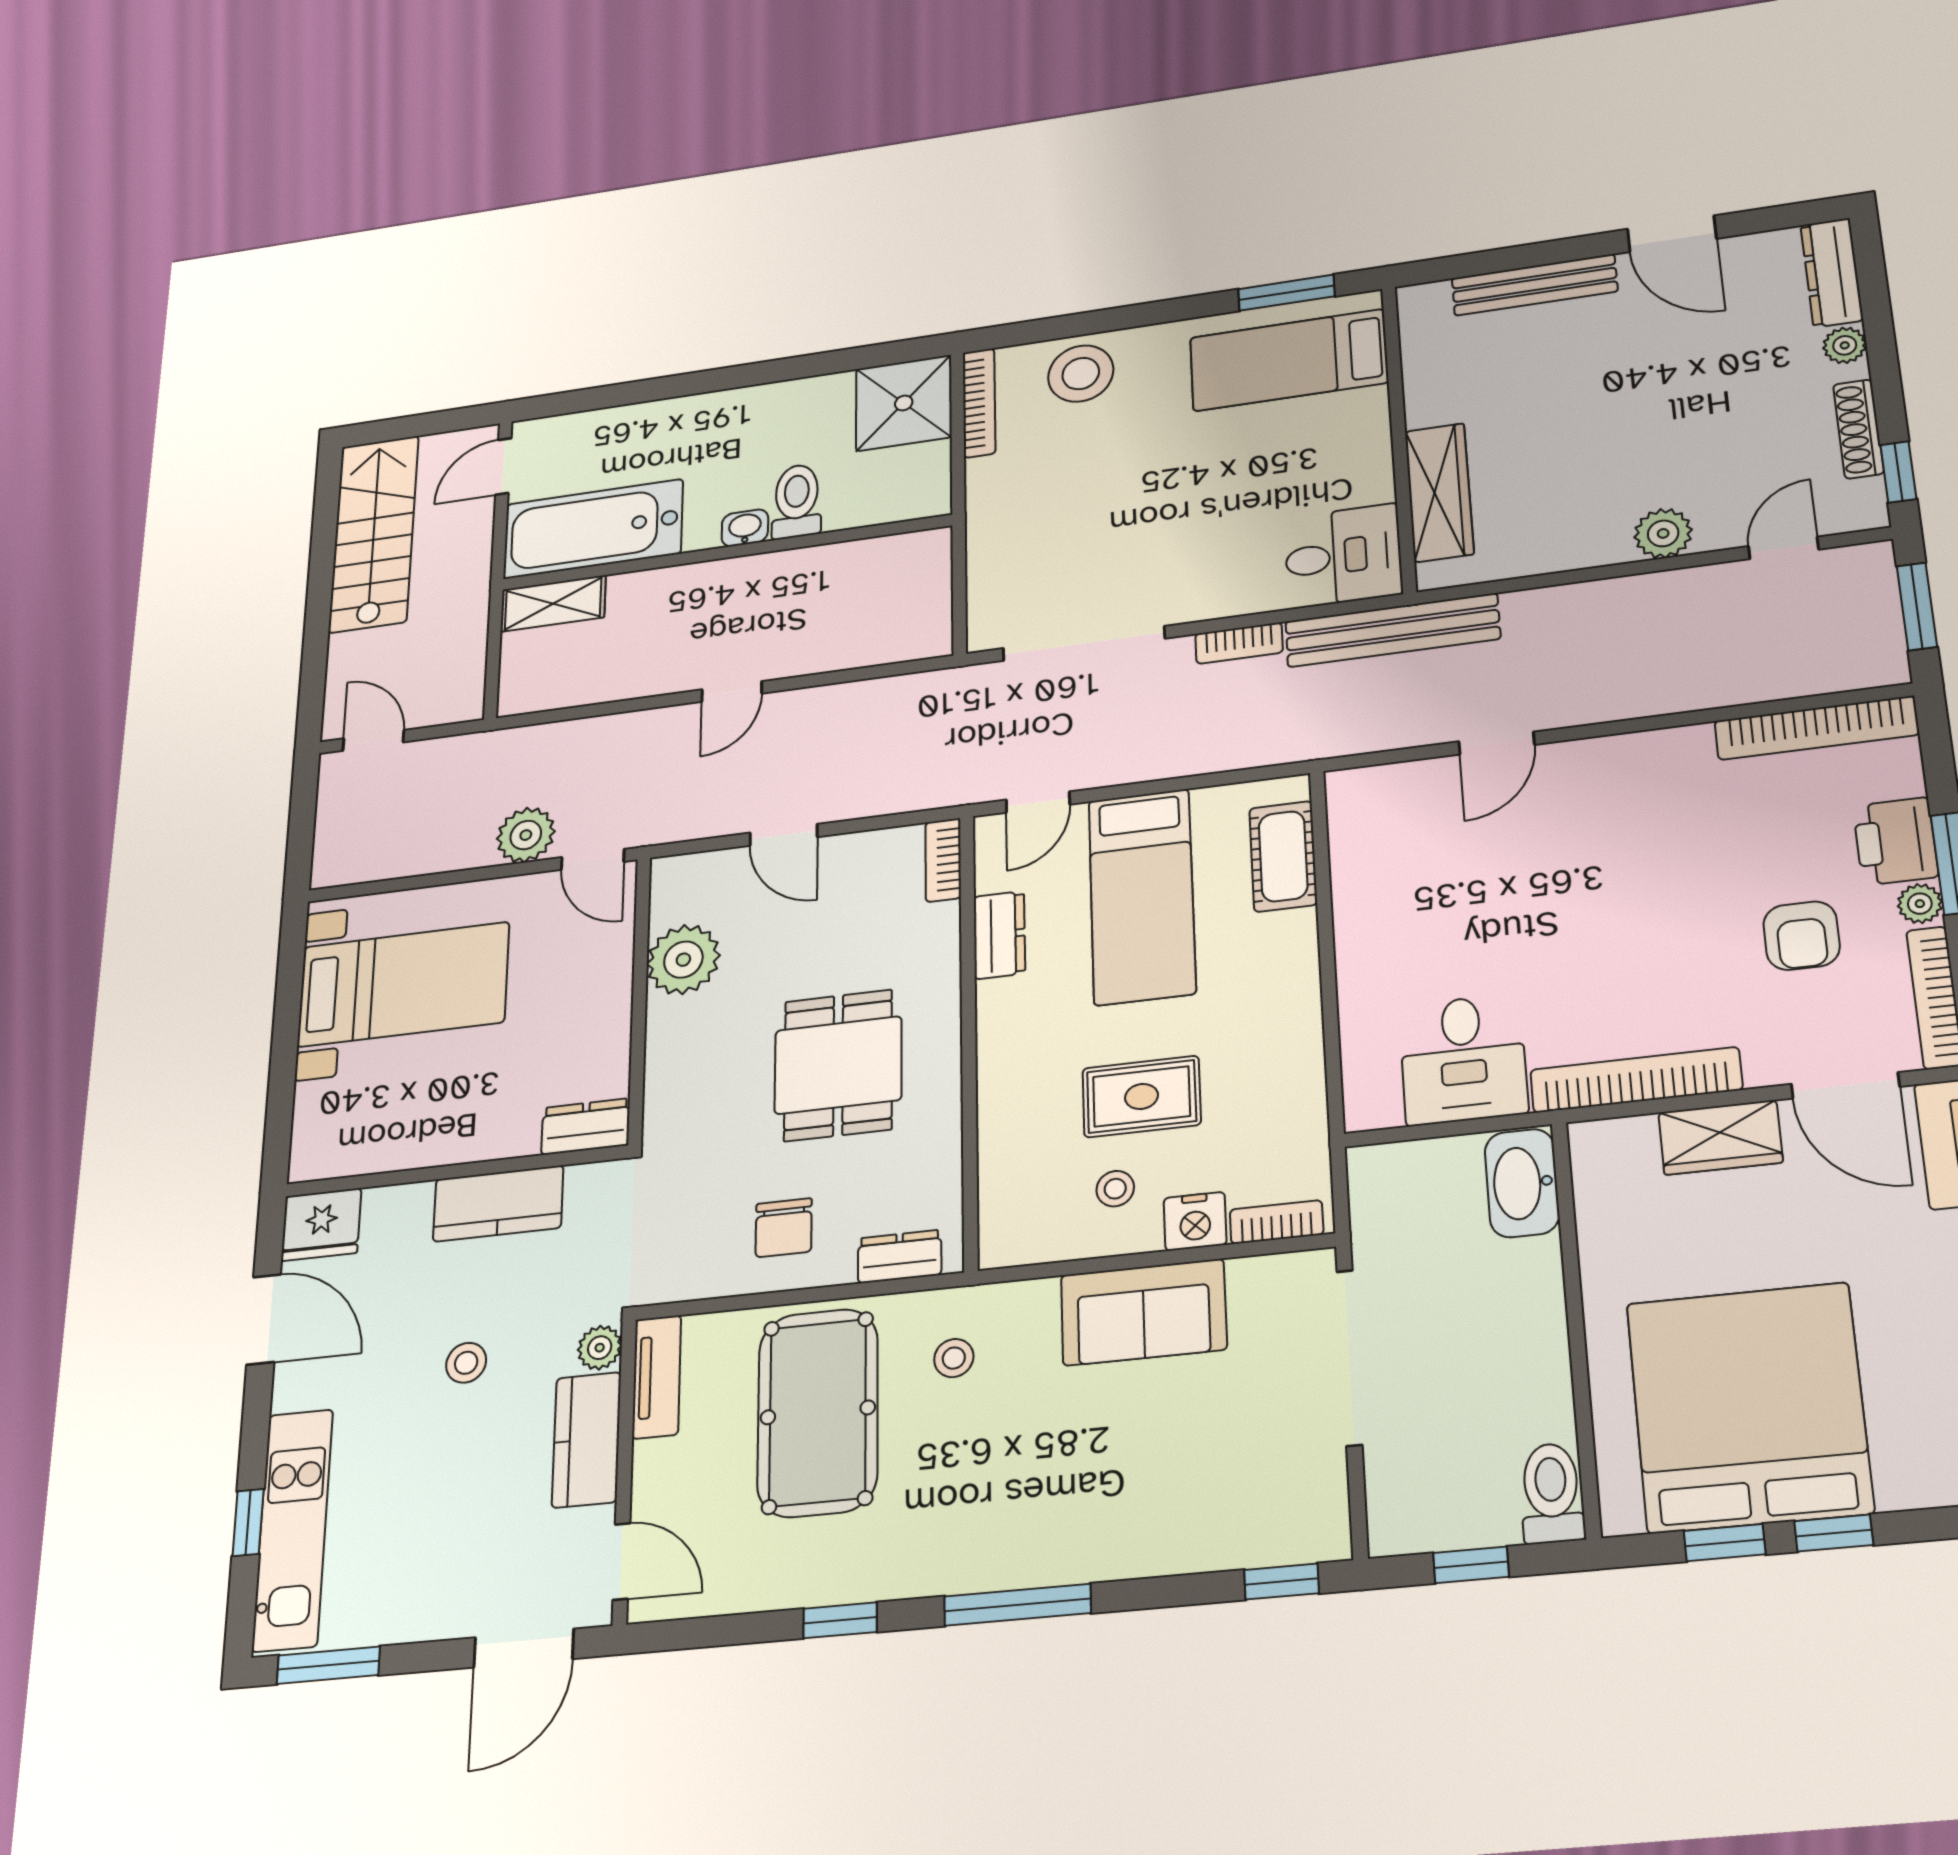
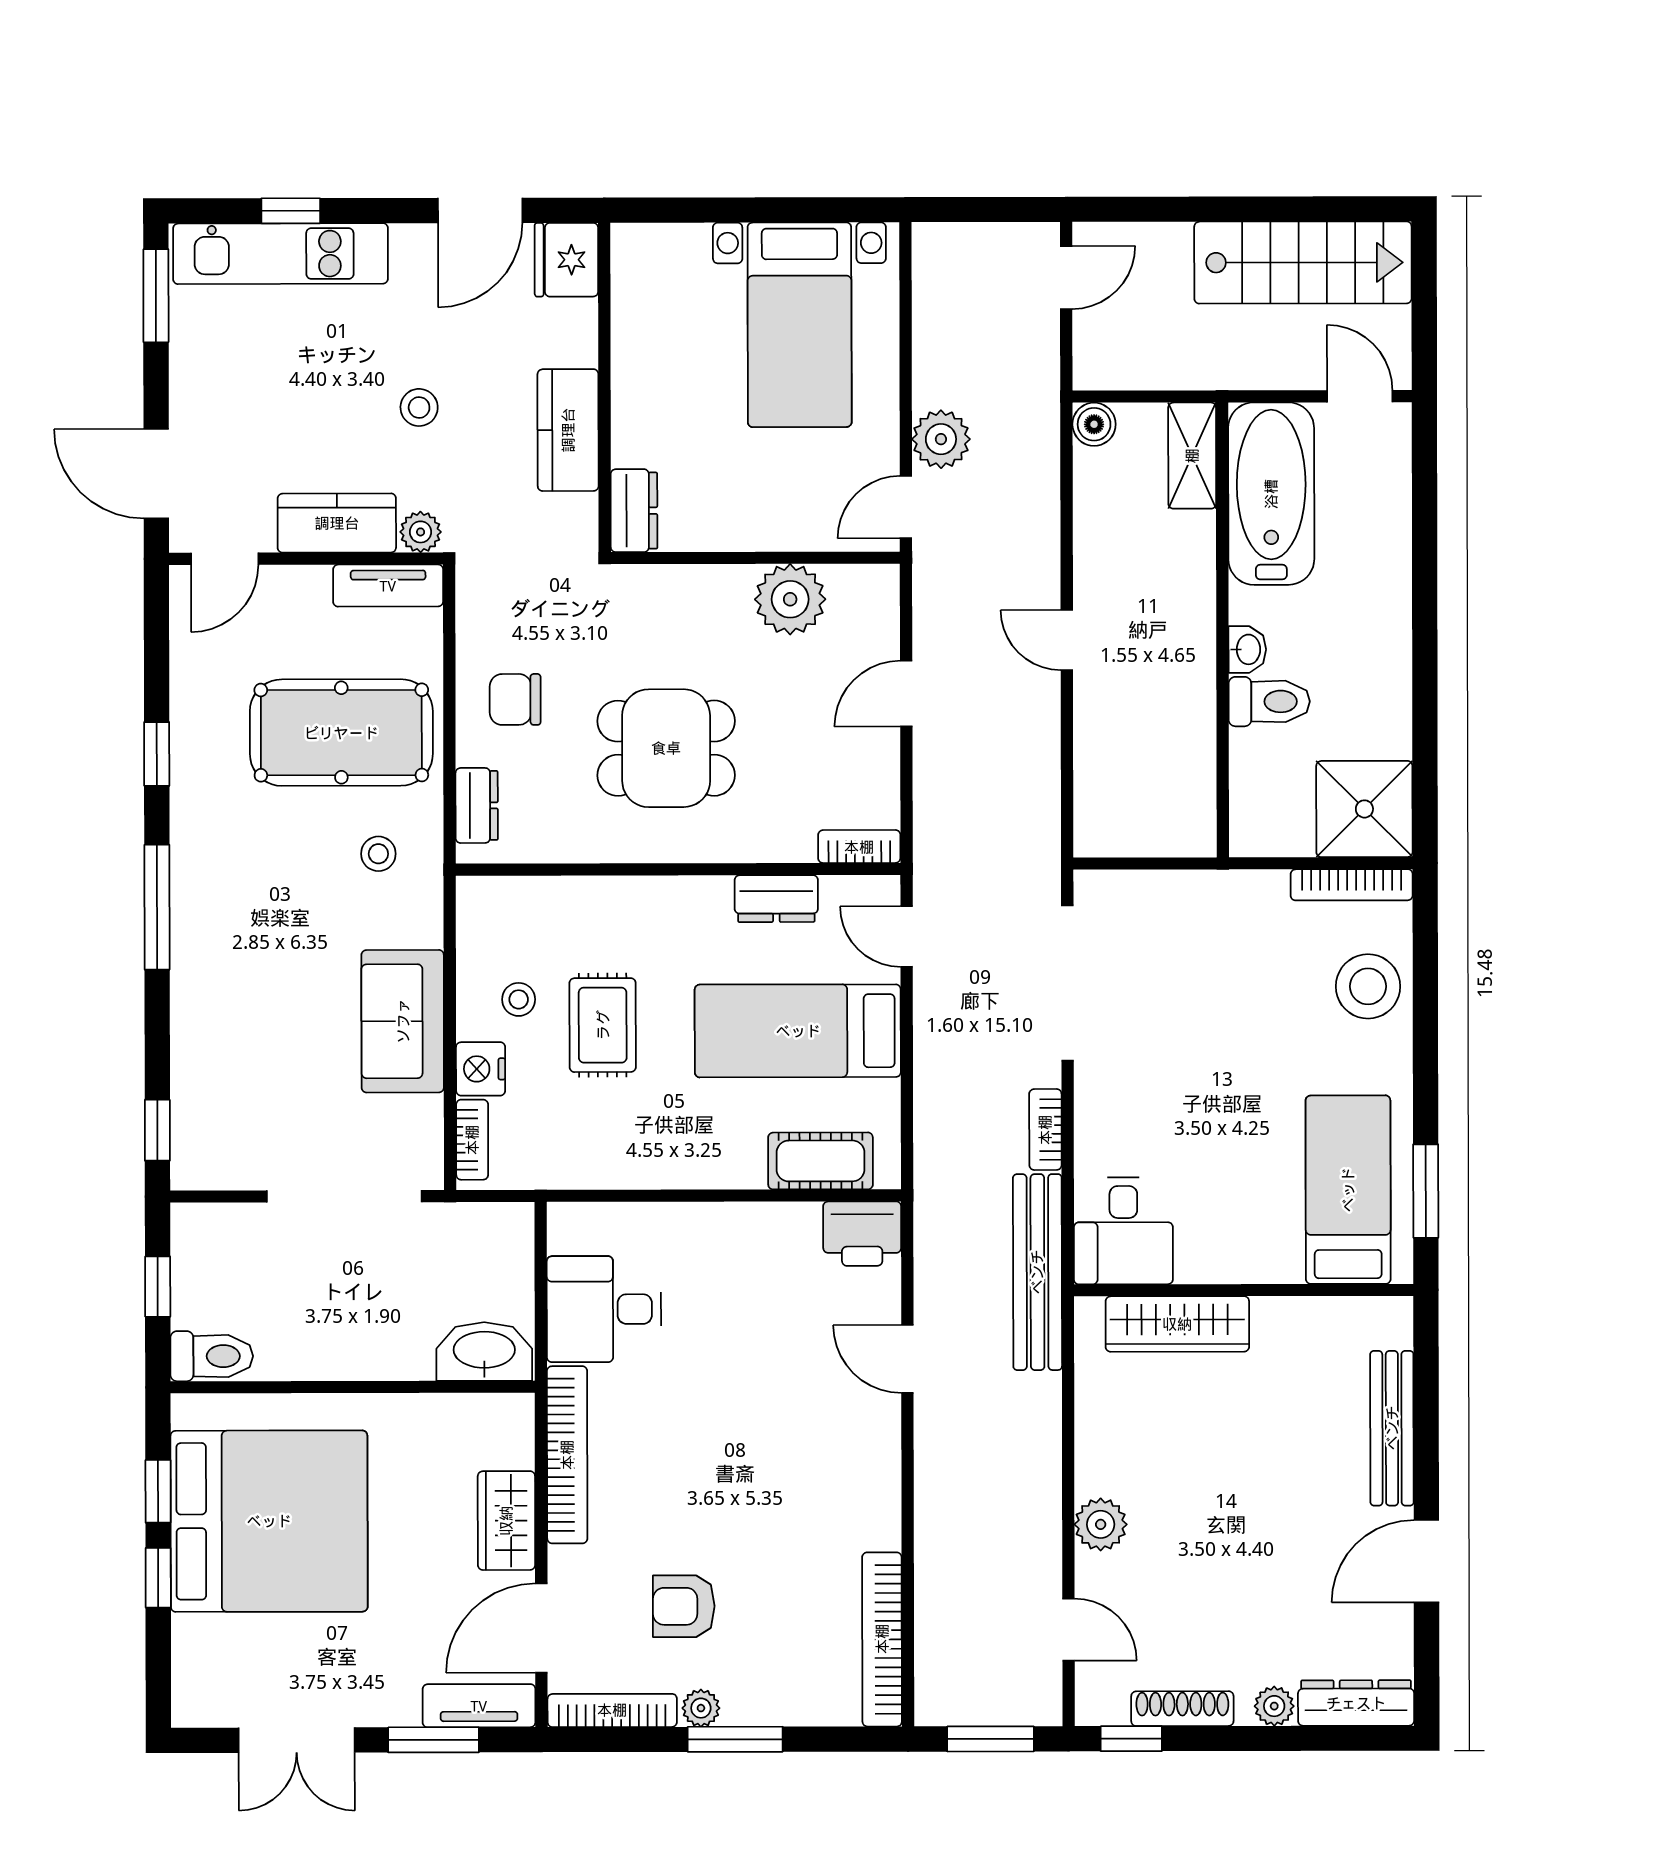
boiler: (518, 696) -> (1094, 424), added
printer: (1895, 841) -> (862, 1234), moved, turned 180

